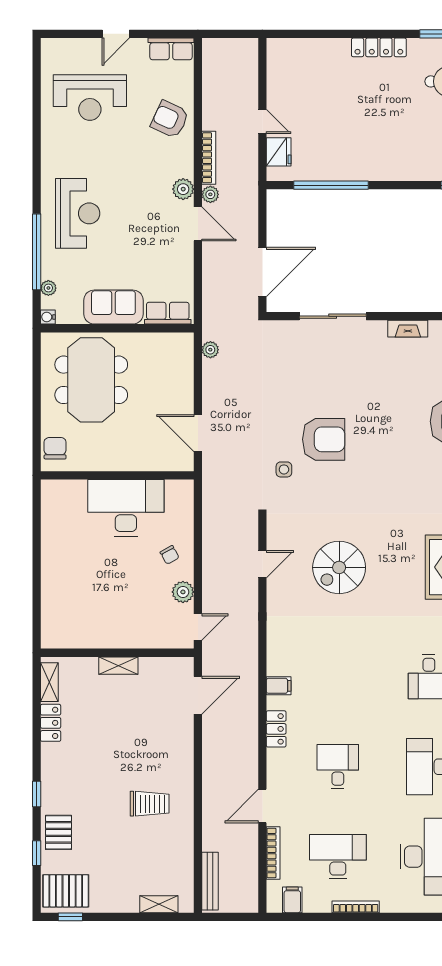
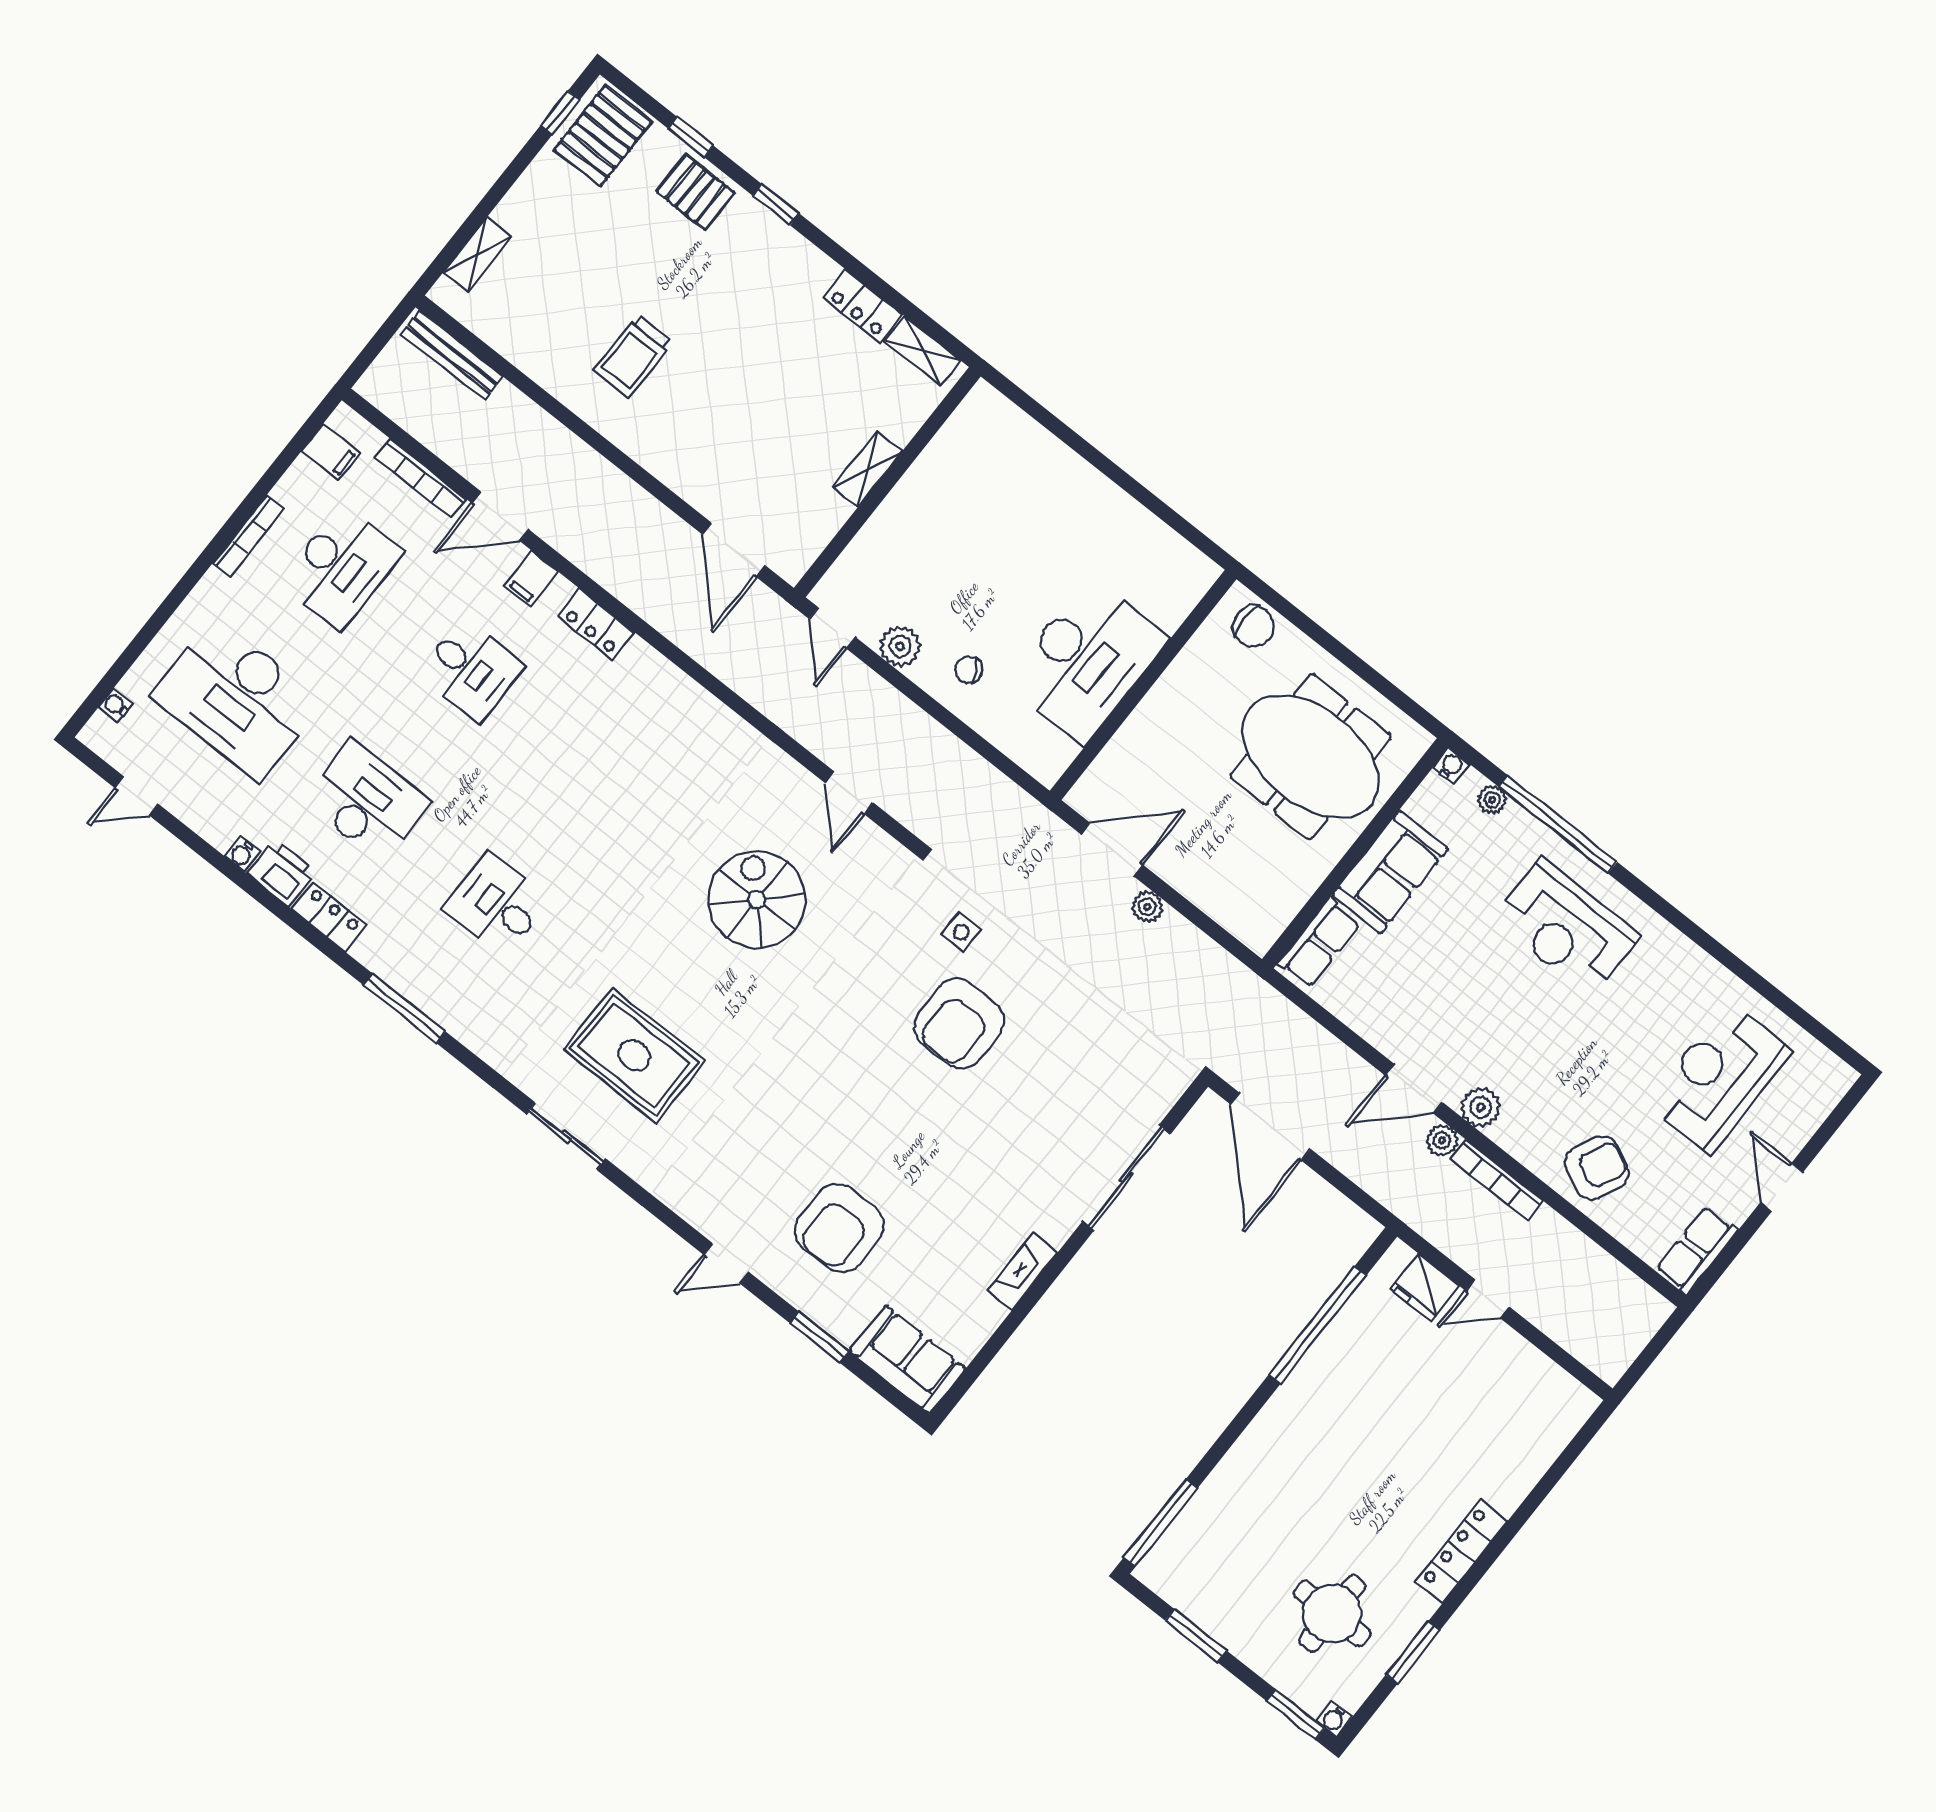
plant: (210, 350) -> (1147, 907), moved
filing cabinet: (279, 686) -> (531, 579), moved
door: (262, 806) -> (500, 516), swing flipped

